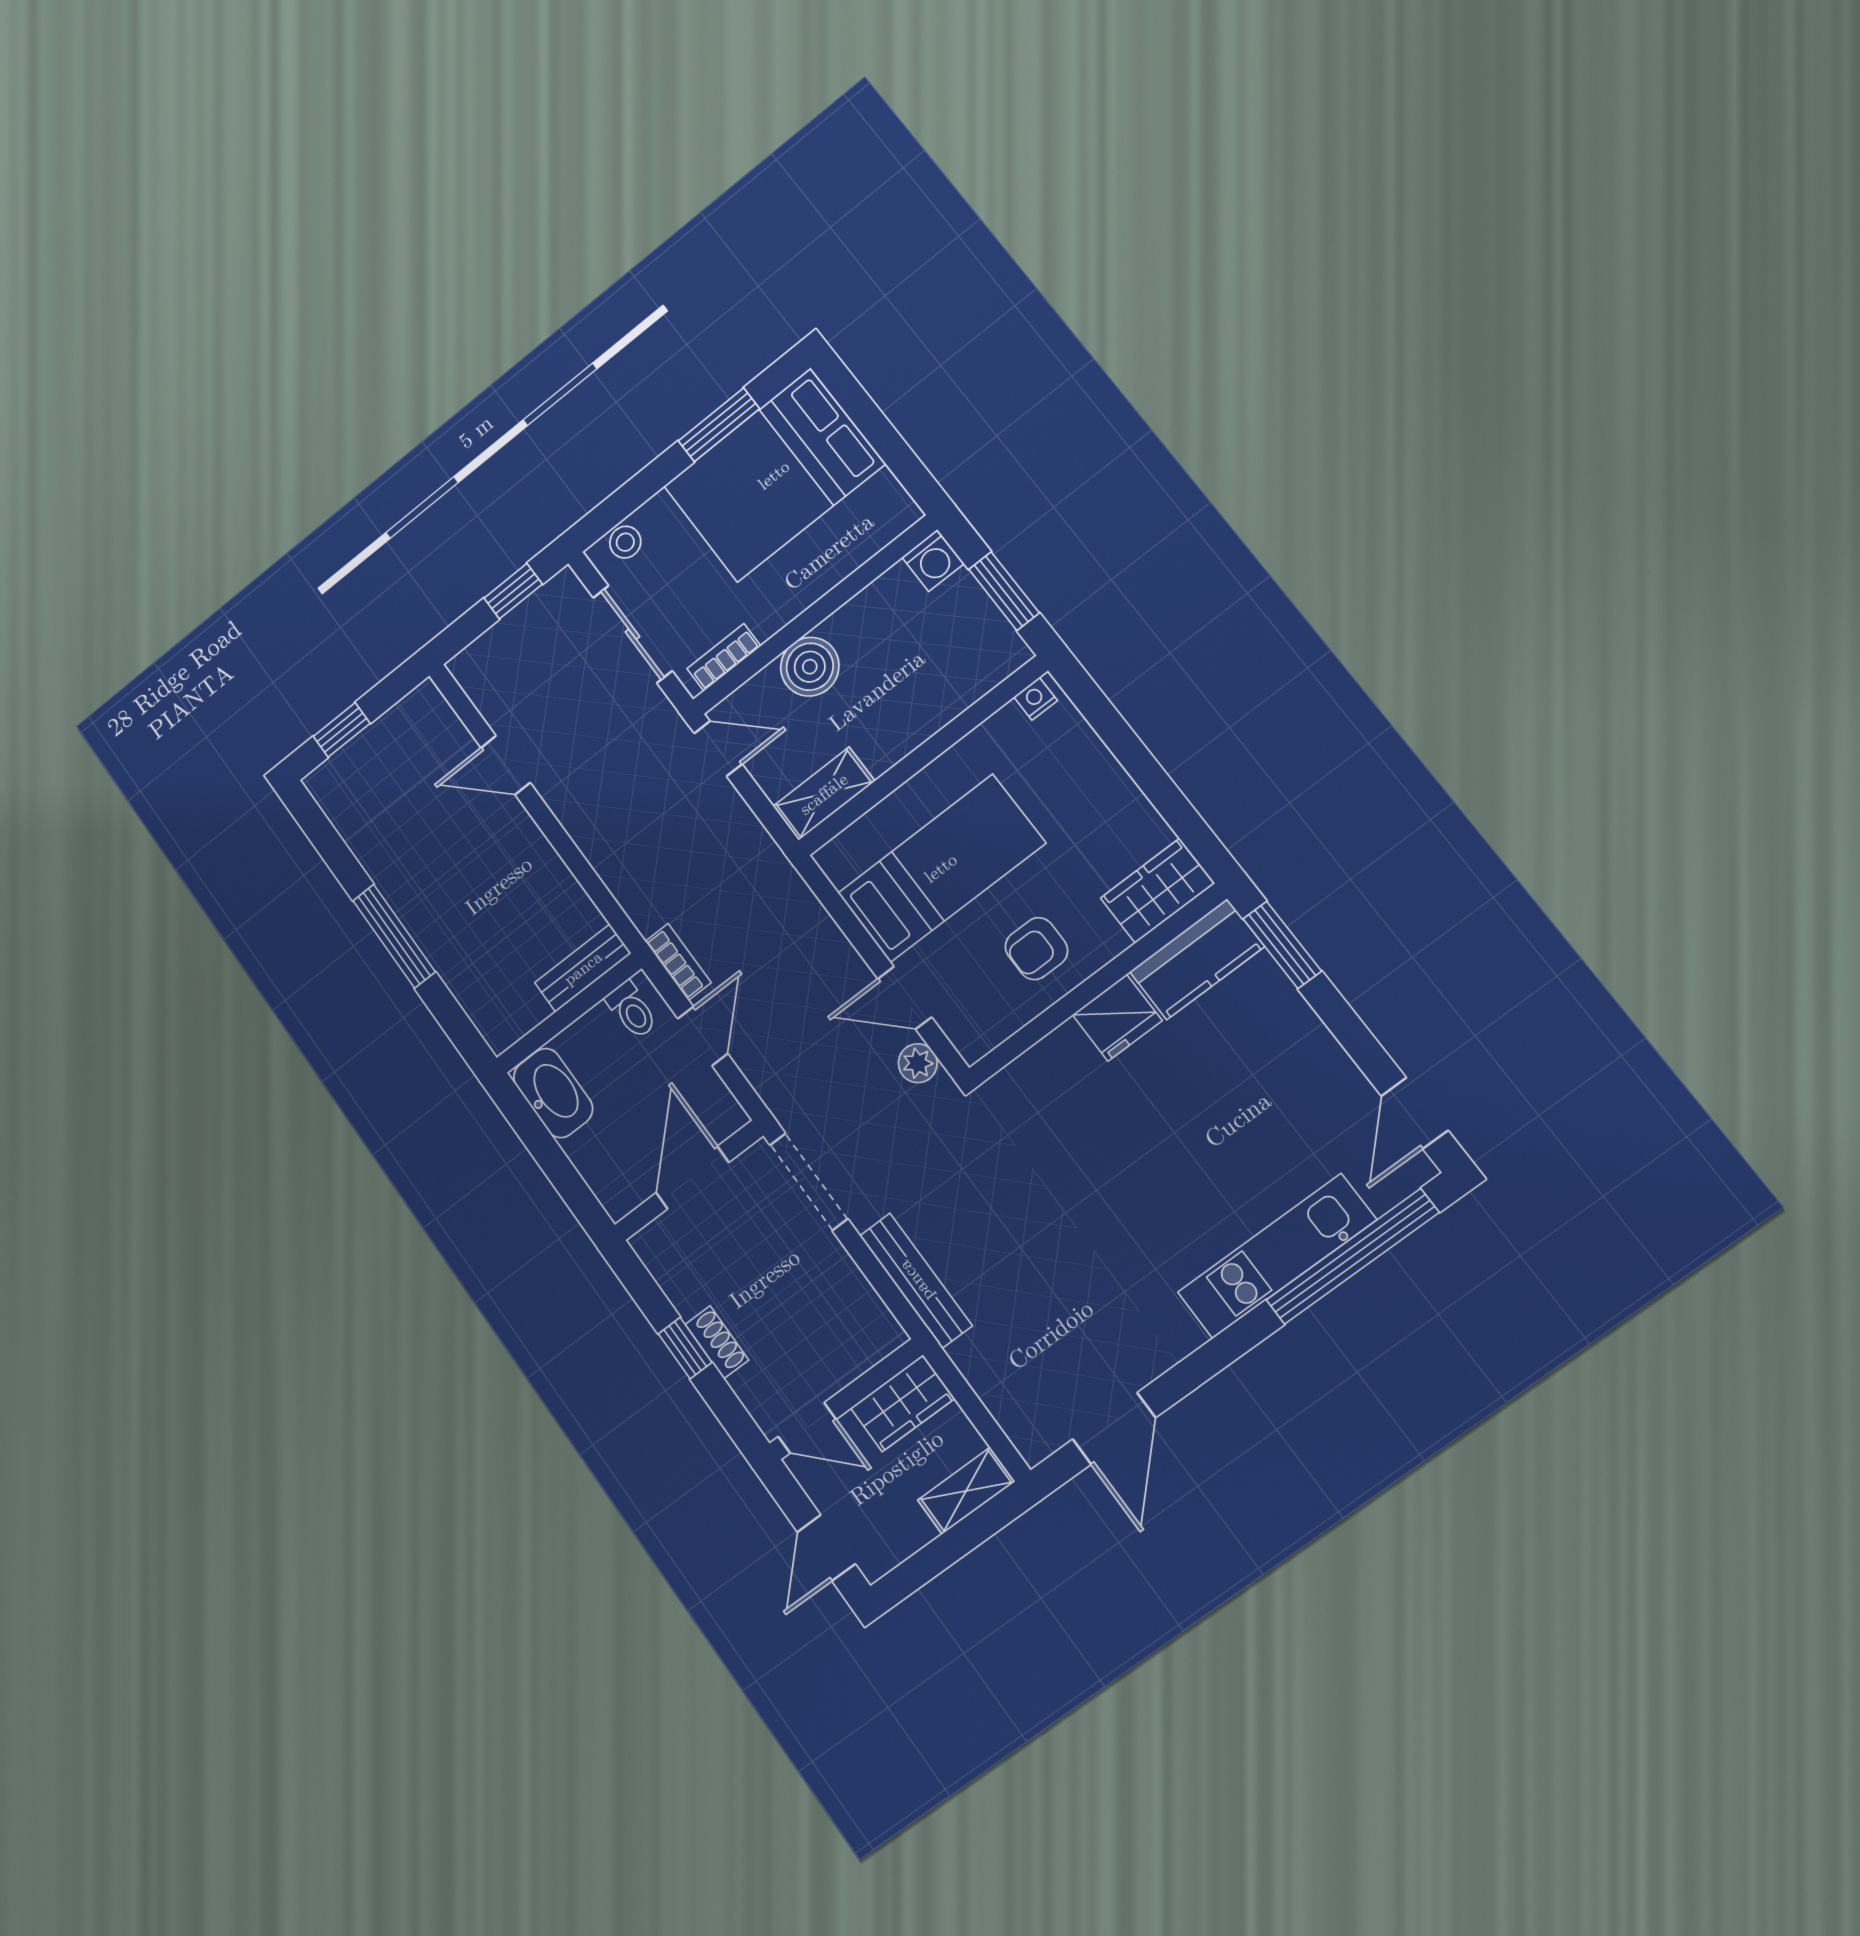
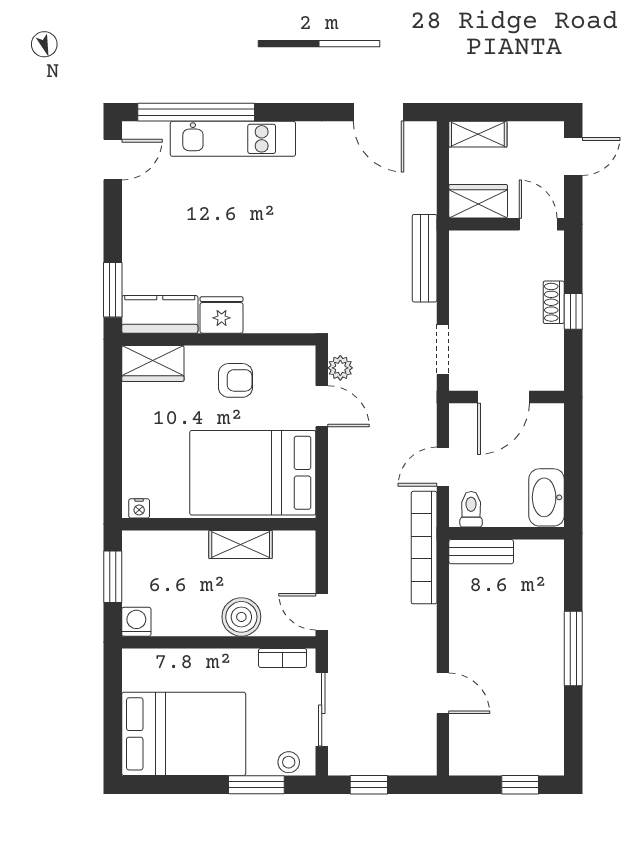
window: (719, 425) -> (256, 785), moved
shelving: (824, 794) -> (241, 544), moved
bed: (941, 868) -> (253, 473), width x1.50
bookcase: (678, 962) -> (424, 548), width x2.31, depth x1.31
doorway: (809, 1182) -> (443, 349), width x0.73
door: (1114, 1429) -> (379, 112), swing flipped

